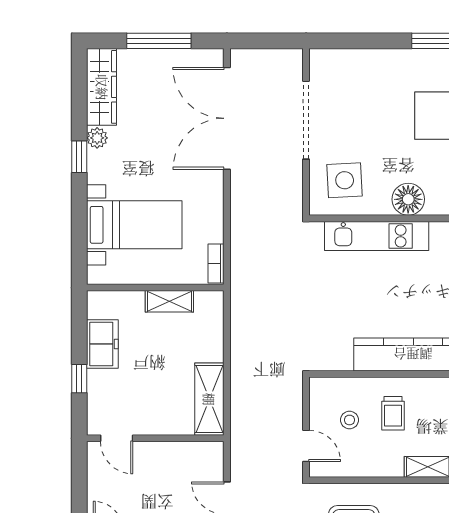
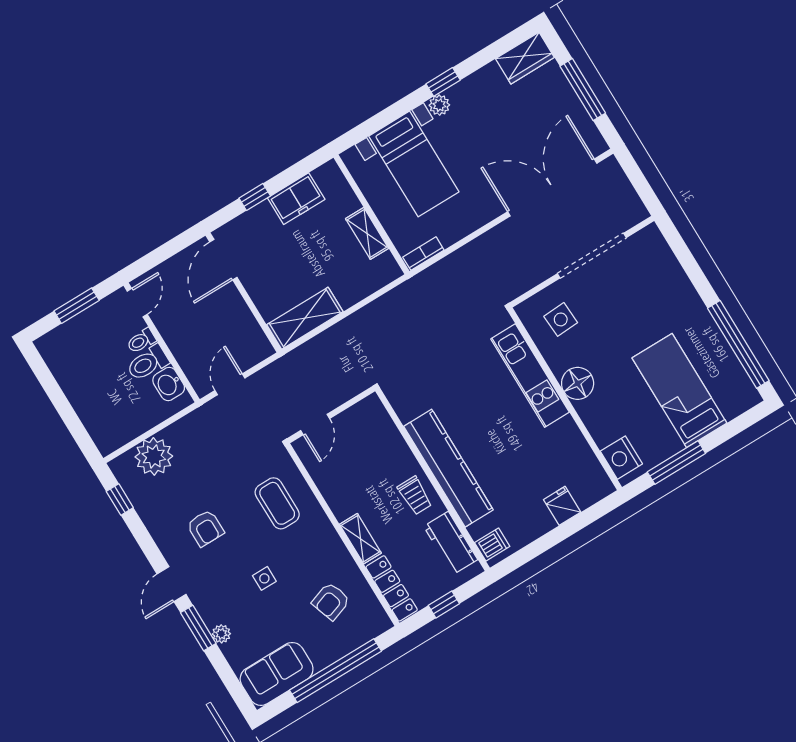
wardrobe: (102, 87) -> (525, 58), width x0.67
plant: (97, 138) -> (439, 105), moved
side table: (345, 180) -> (561, 319), width x0.73, depth x0.73
trolley: (393, 413) -> (415, 496), moved, turned -90
stool: (349, 420) -> (360, 448), removed
door: (117, 438) -> (223, 260), width x1.38

